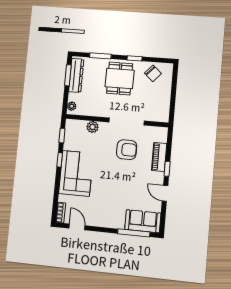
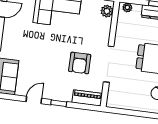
plant: (93, 127) -> (107, 11), moved
piano: (159, 157) -> (87, 98), moved

